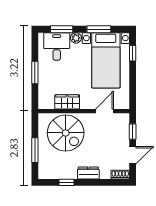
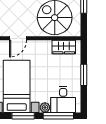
window: (62, 29) -> (58, 116), width x1.44
wardrobe: (67, 102) -> (64, 47), moved

